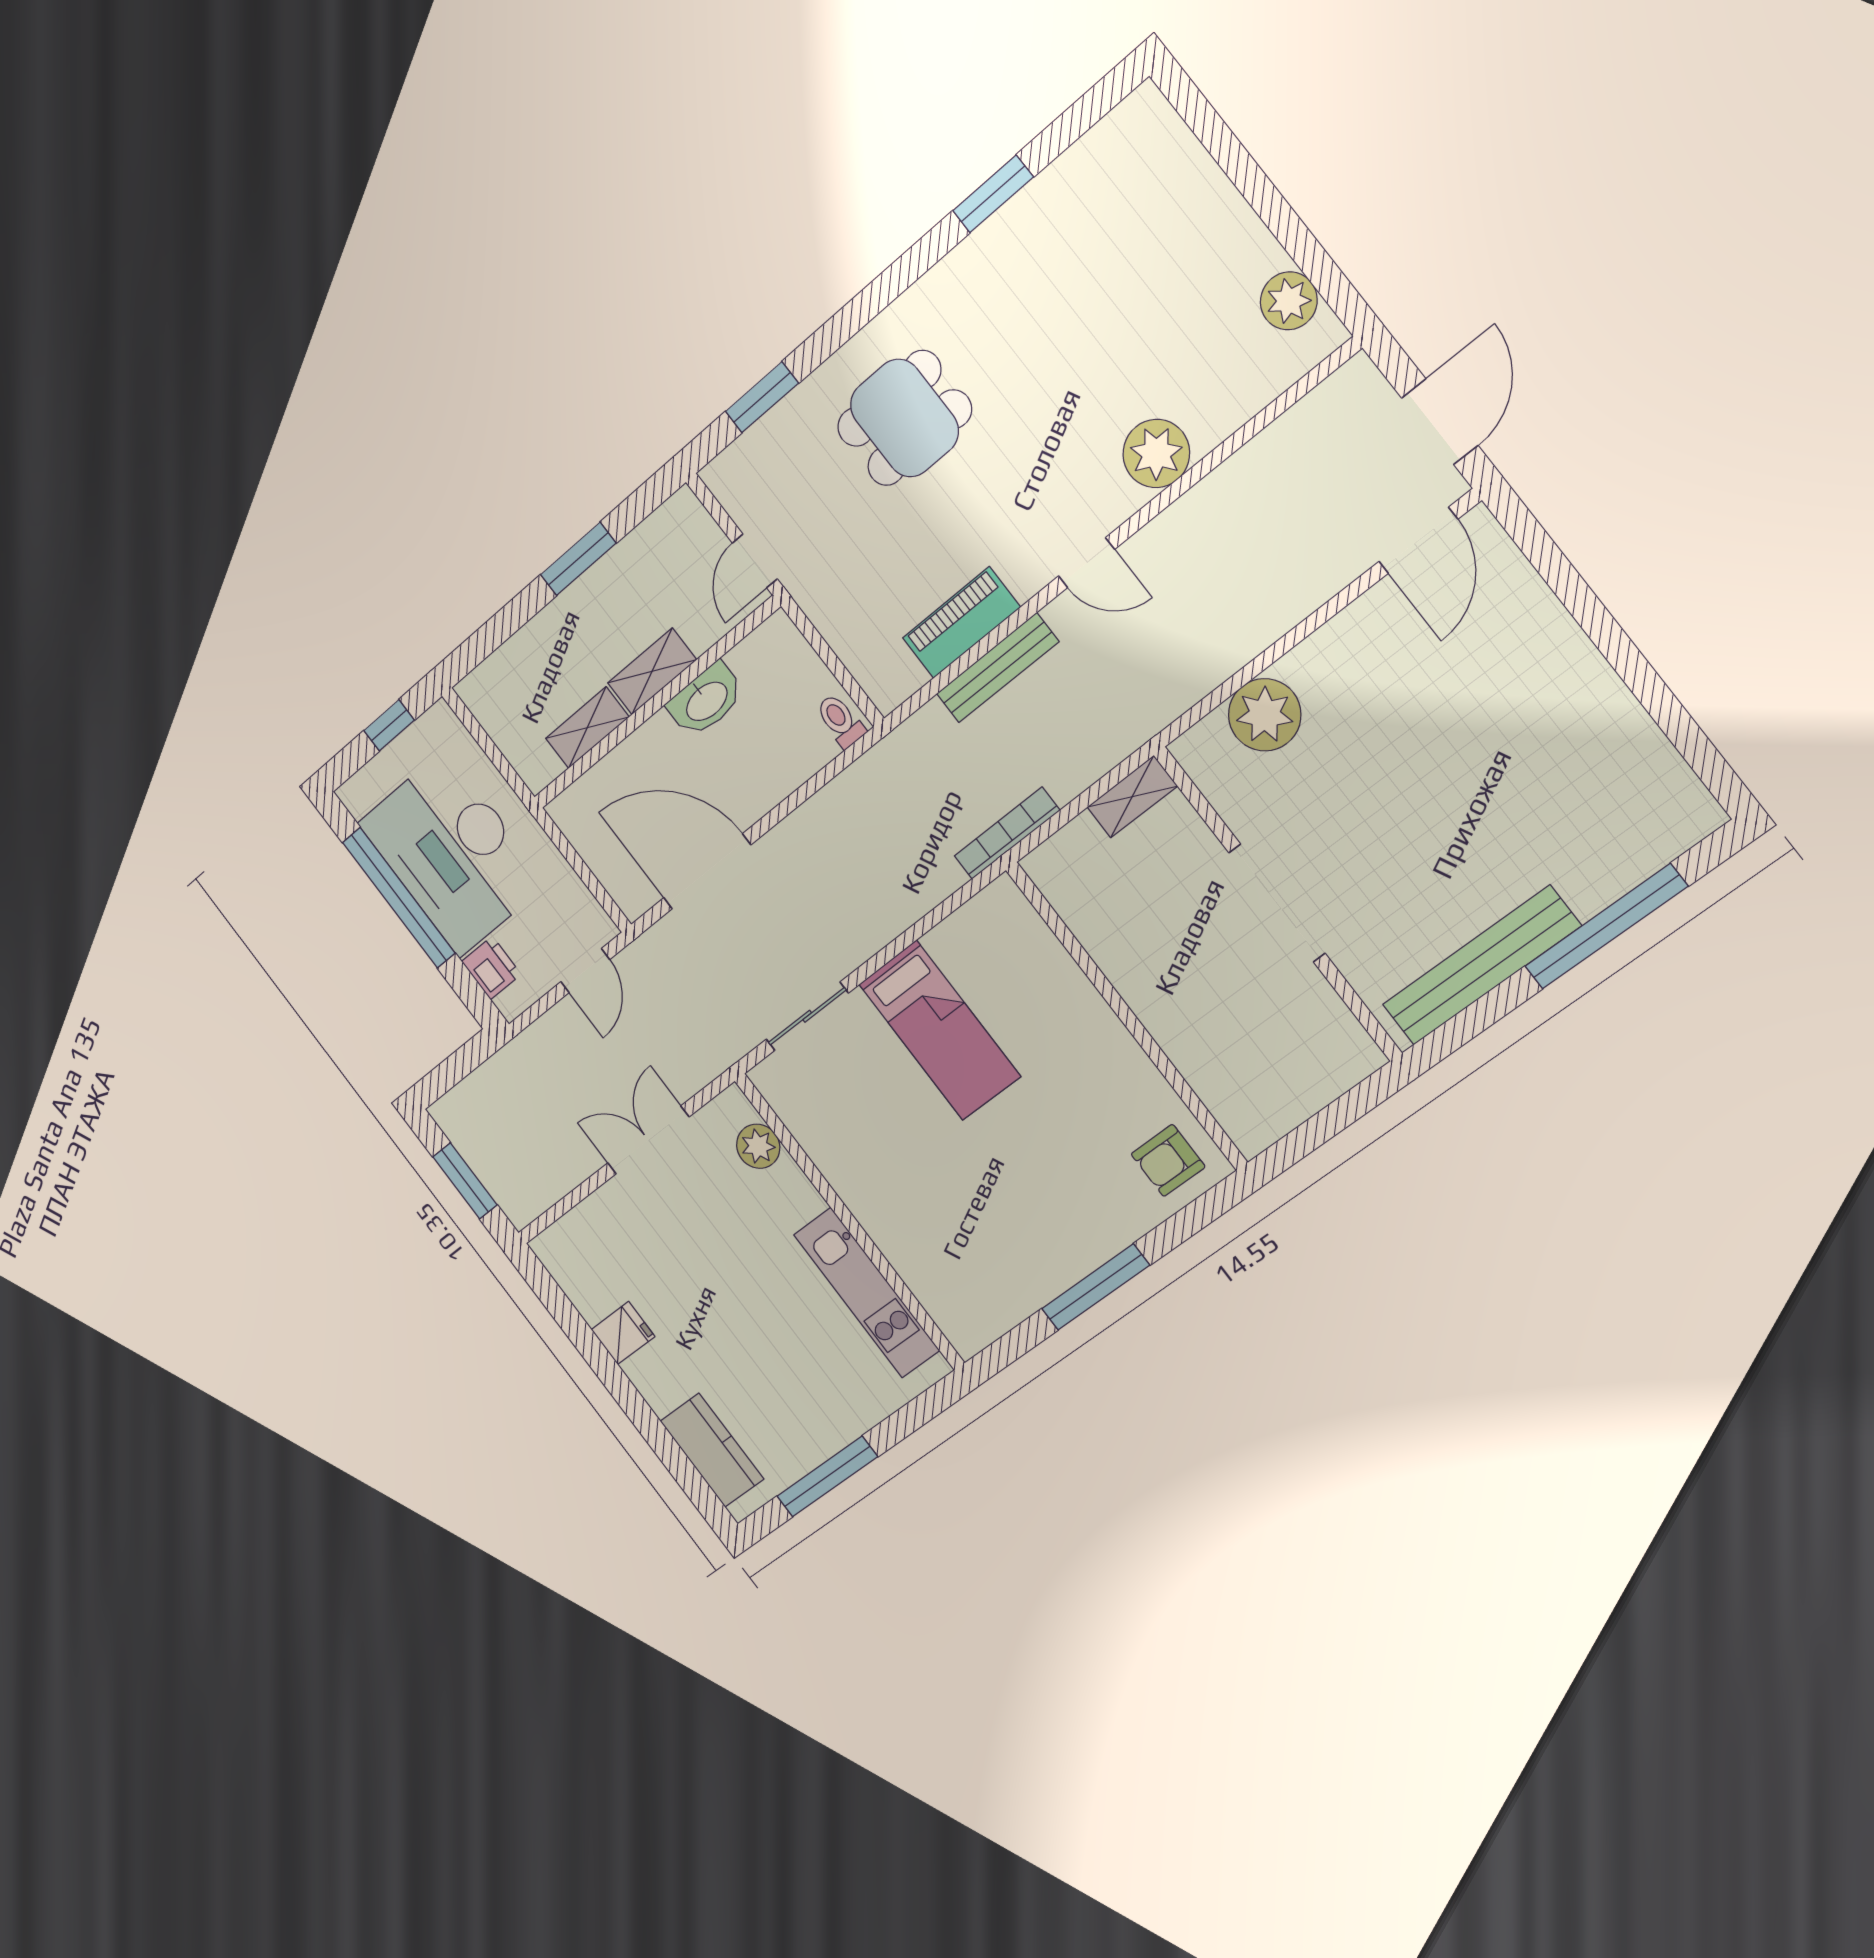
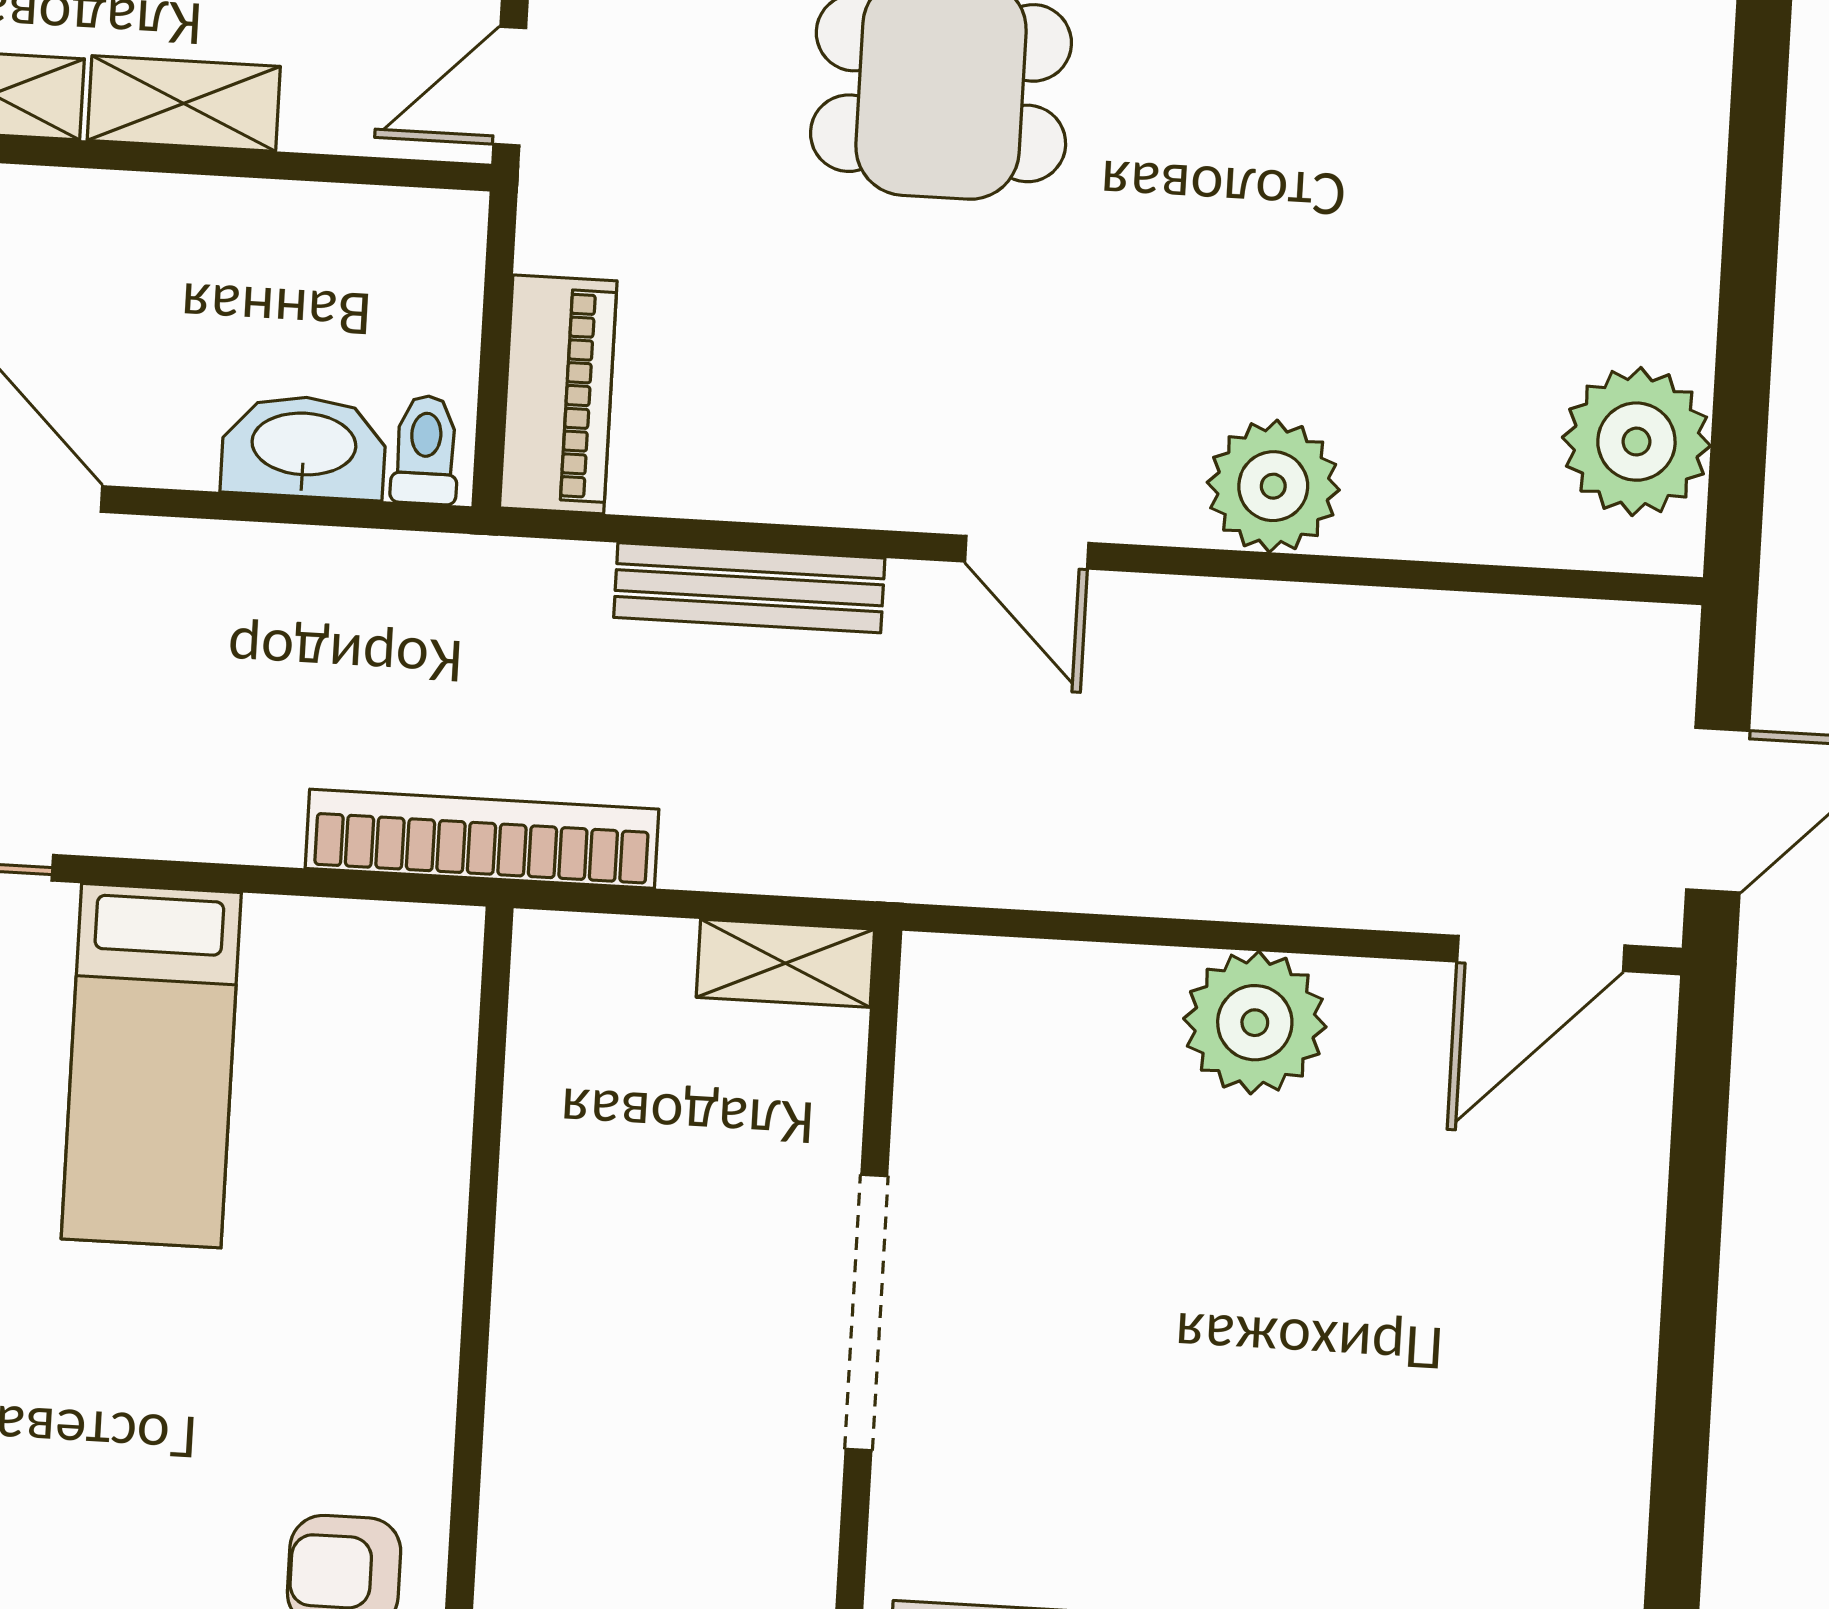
plant: (1289, 301) -> (1636, 442), width x1.36, depth x1.36
piano: (961, 623) -> (558, 394), moved, turned 90
washbasin: (706, 700) -> (304, 447), moved, turned 180
plant: (1265, 715) -> (1255, 1023), moved
bookcase: (1007, 833) -> (482, 839), width x1.48, depth x1.31

